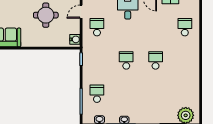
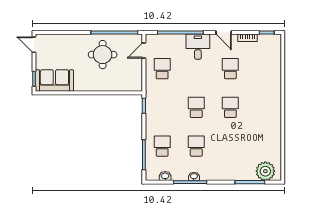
school desk: (185, 27) -> (230, 69), moved
water cooler: (75, 39) -> (137, 83), removed
school desk: (126, 94) -> (196, 146), added

